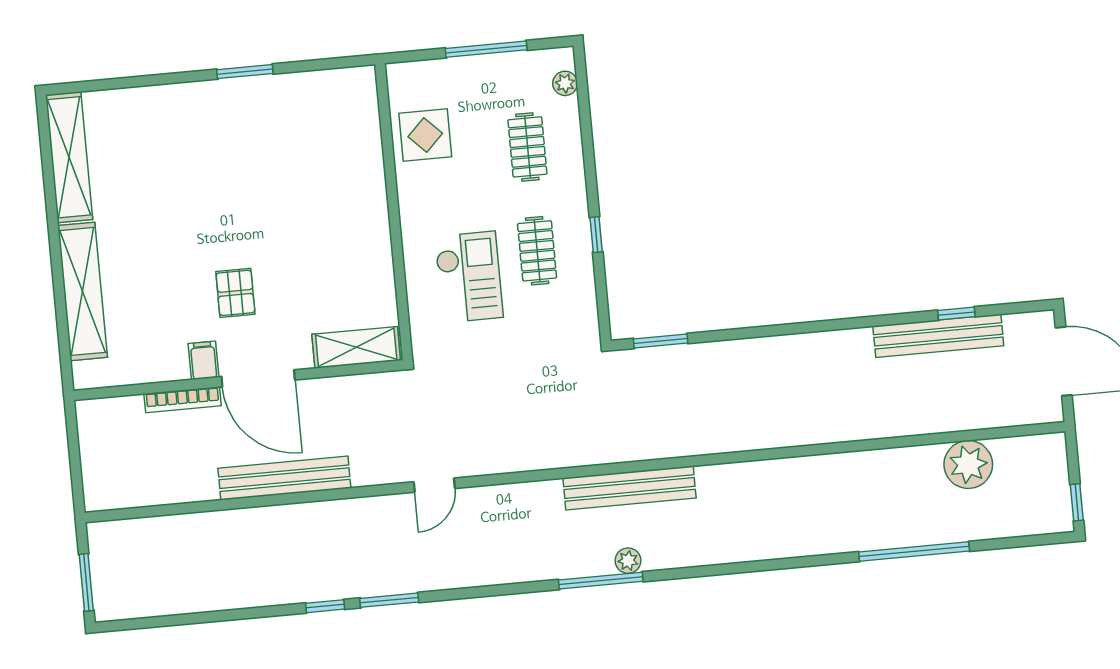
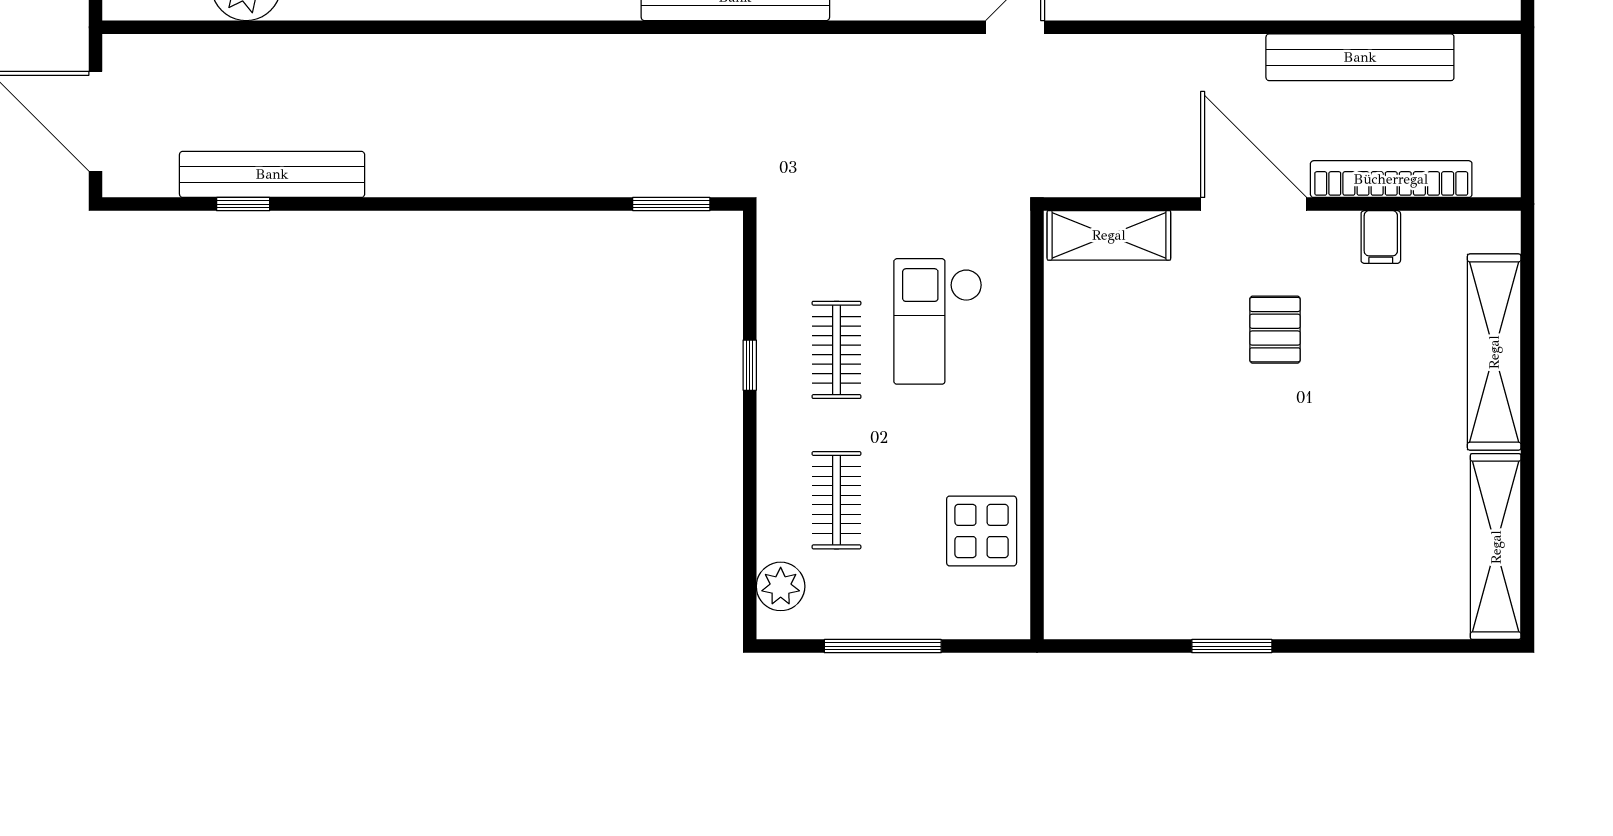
plant: (565, 83) -> (781, 586), width x1.38, depth x1.38
filing cabinet: (204, 360) -> (1381, 237), moved
bookcase: (183, 400) -> (1391, 179), width x1.48, depth x1.31
bench: (284, 478) -> (1360, 57), moved

